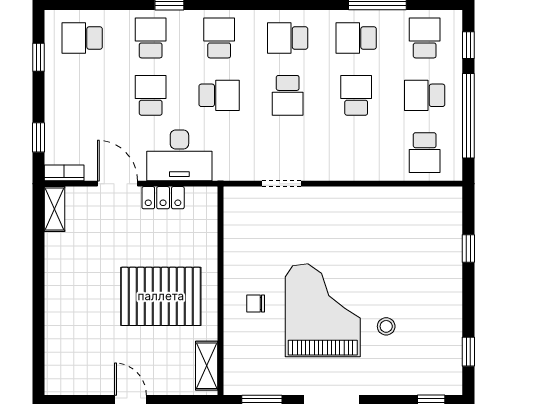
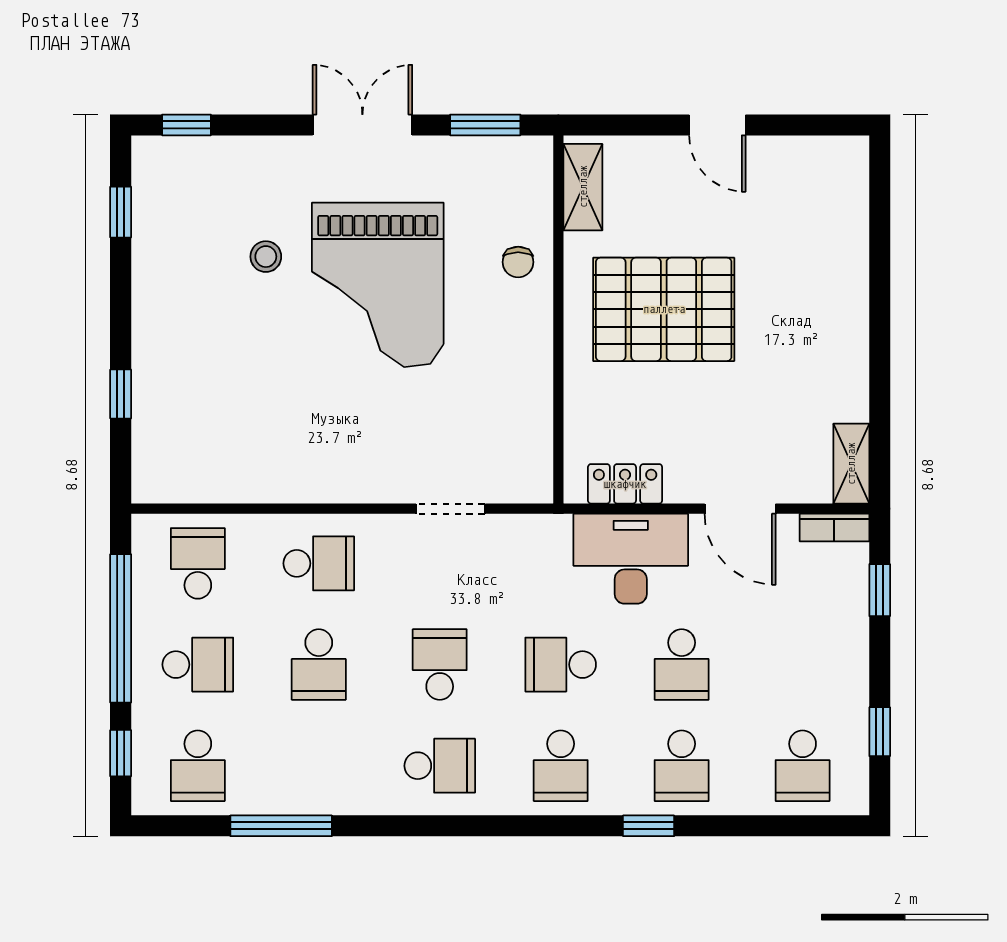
school desk: (82, 38) -> (803, 766), turned 90
school desk: (356, 38) -> (319, 563), moved
locker: (163, 198) -> (625, 484), moved
chair: (256, 304) -> (518, 262), moved, turned 90

